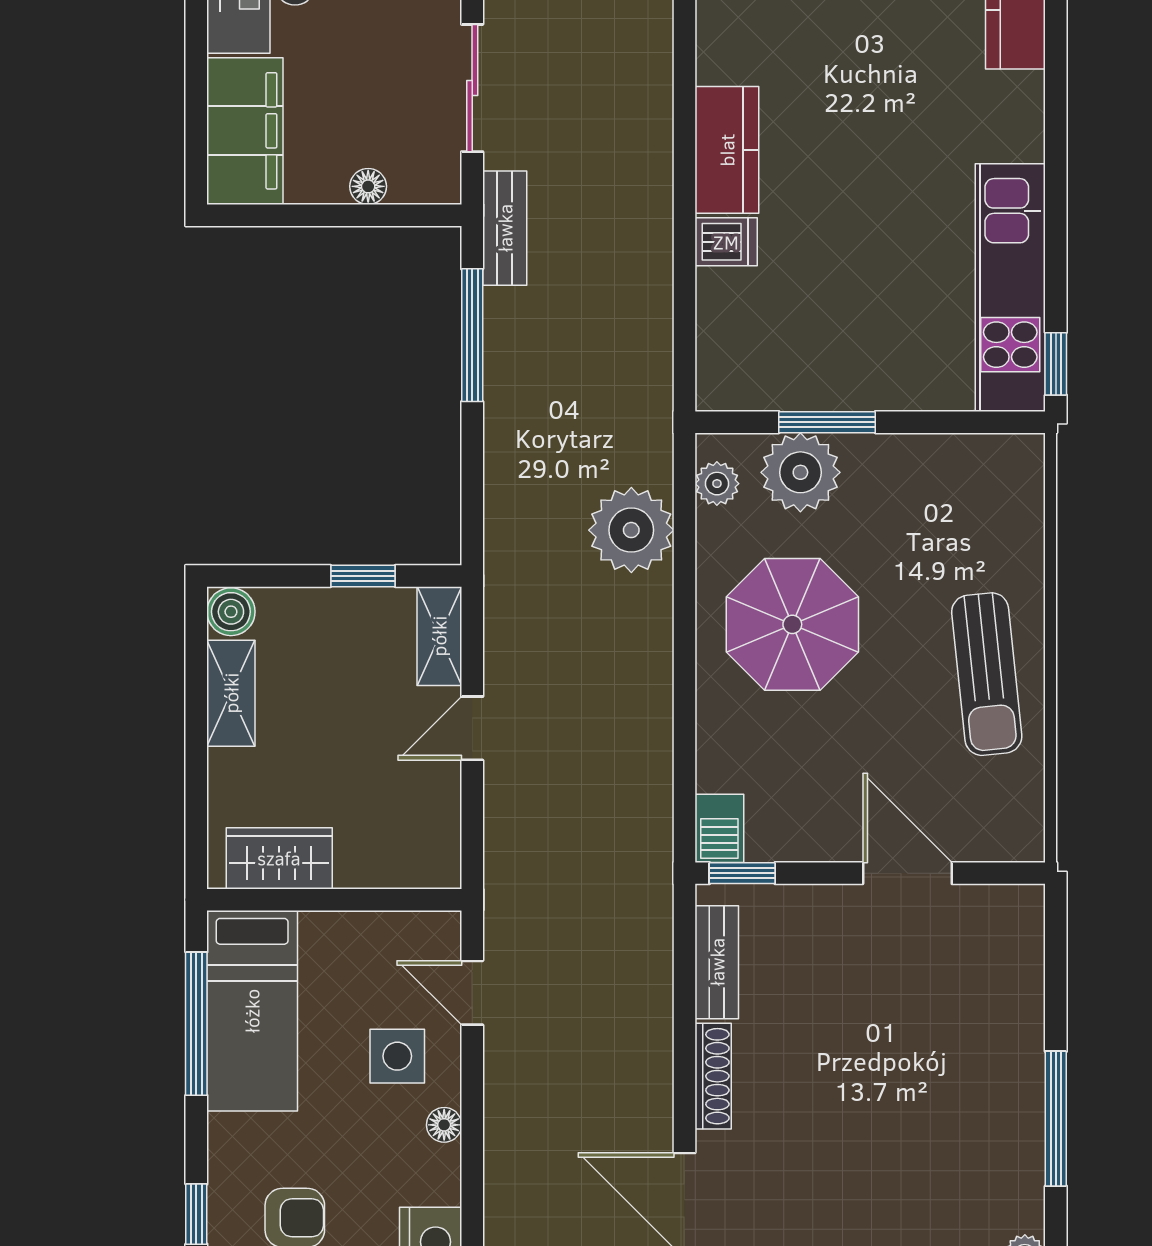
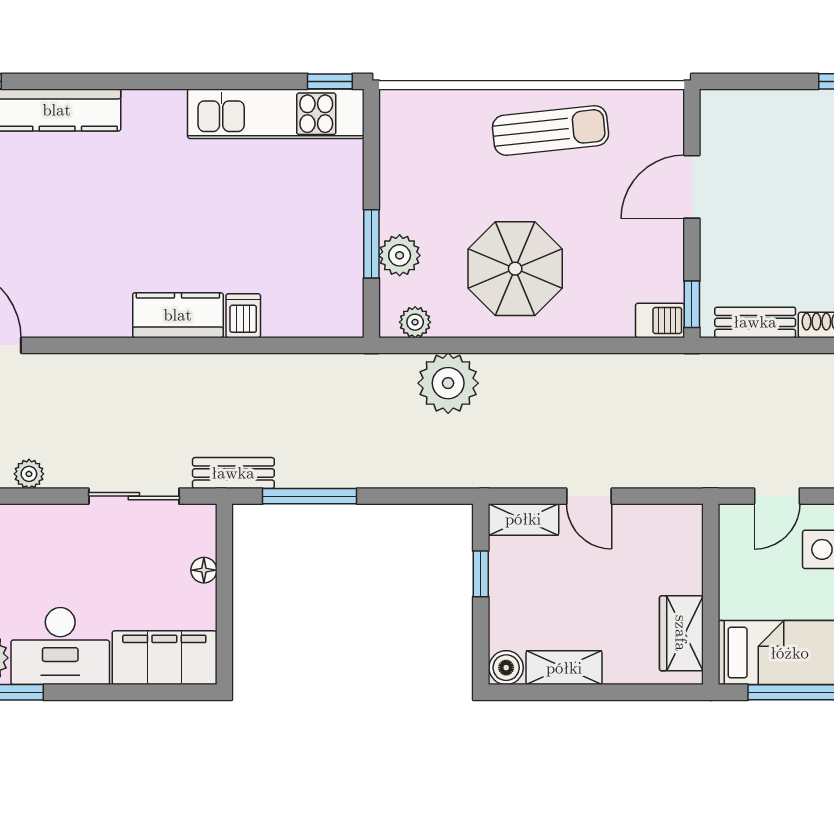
plant: (800, 472) -> (400, 255), width x0.73, depth x0.73

